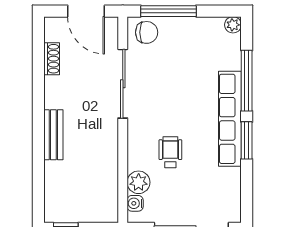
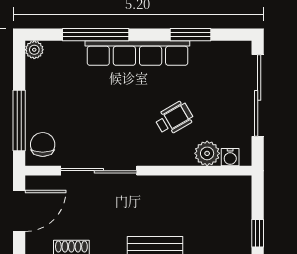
window: (247, 140) -> (190, 35), moved
wheelchair: (170, 152) -> (174, 118), turned 150

